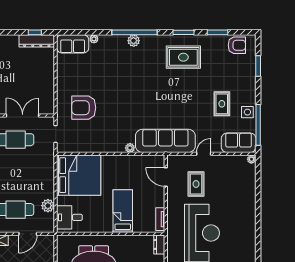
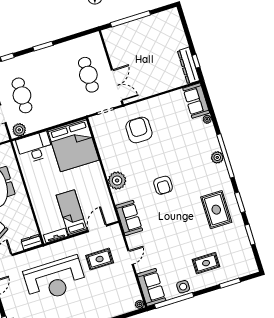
armchair: (237, 45) -> (163, 185), moved
rug: (222, 104) -> (206, 263), moved
double door: (23, 116) -> (117, 85), moved
sofa: (165, 141) -> (129, 218), width x0.54, depth x0.79
plant: (130, 148) -> (117, 181), width x1.87, depth x1.87
door: (204, 154) -> (131, 257), hinge flipped
plant: (48, 206) -> (19, 130), moved
bed: (123, 211) -> (72, 213), moved, turned -90
desk: (69, 217) -> (35, 148), width x1.37

